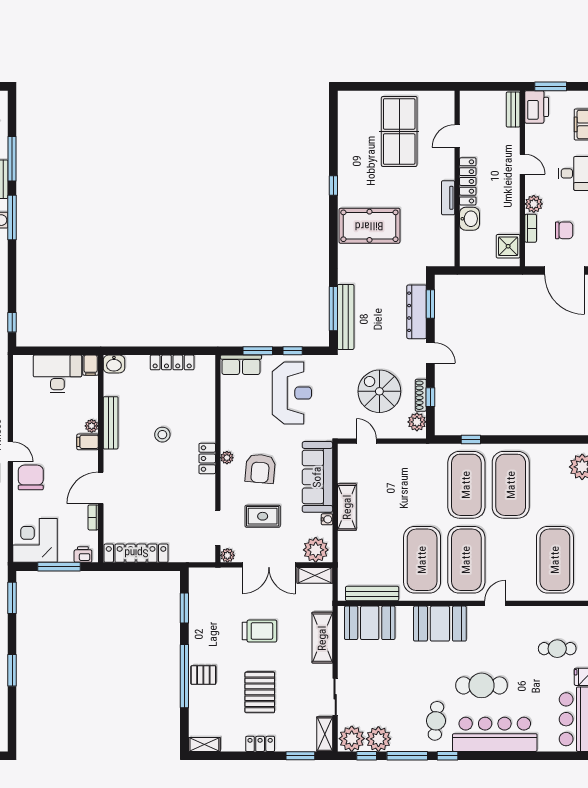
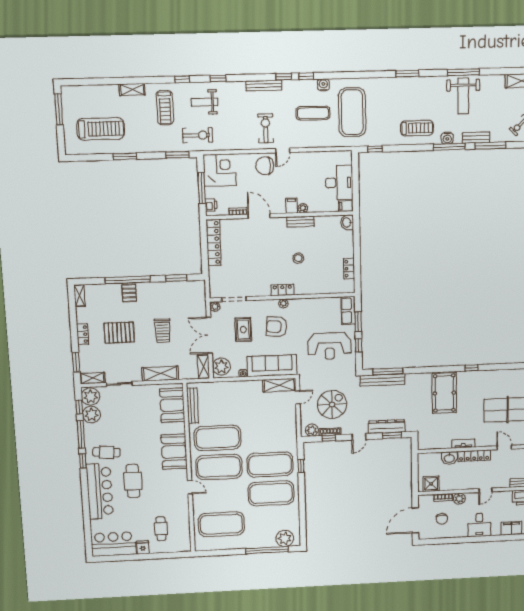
locker: (172, 362) -> (349, 269), width x0.66
bench: (111, 423) -> (300, 222), width x0.73
chair: (31, 477) -> (265, 166), turned 180
shelving: (347, 507) -> (279, 385), moved

